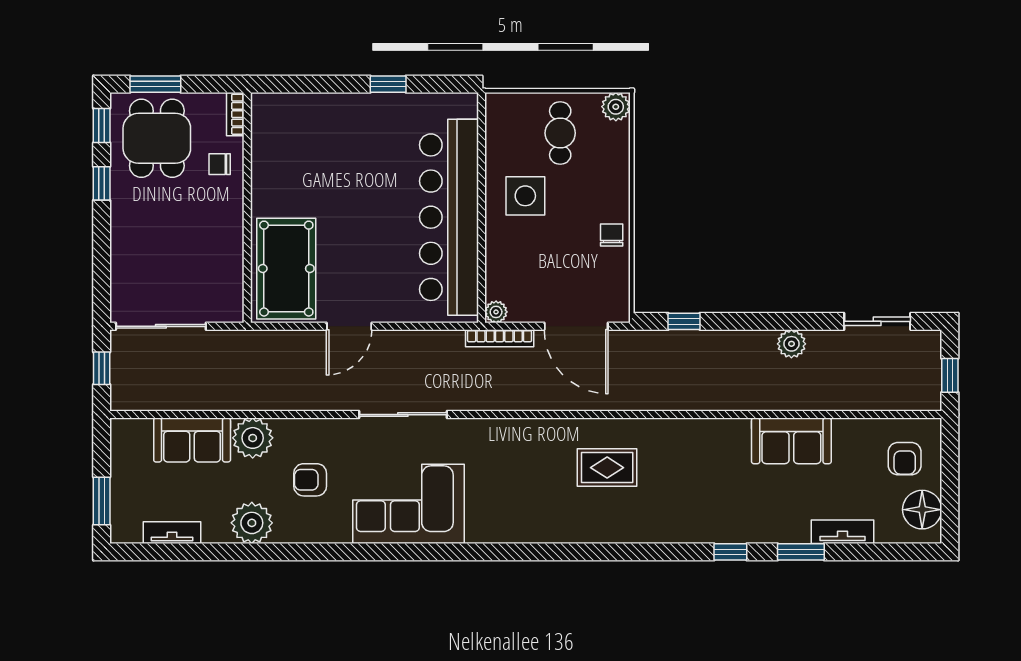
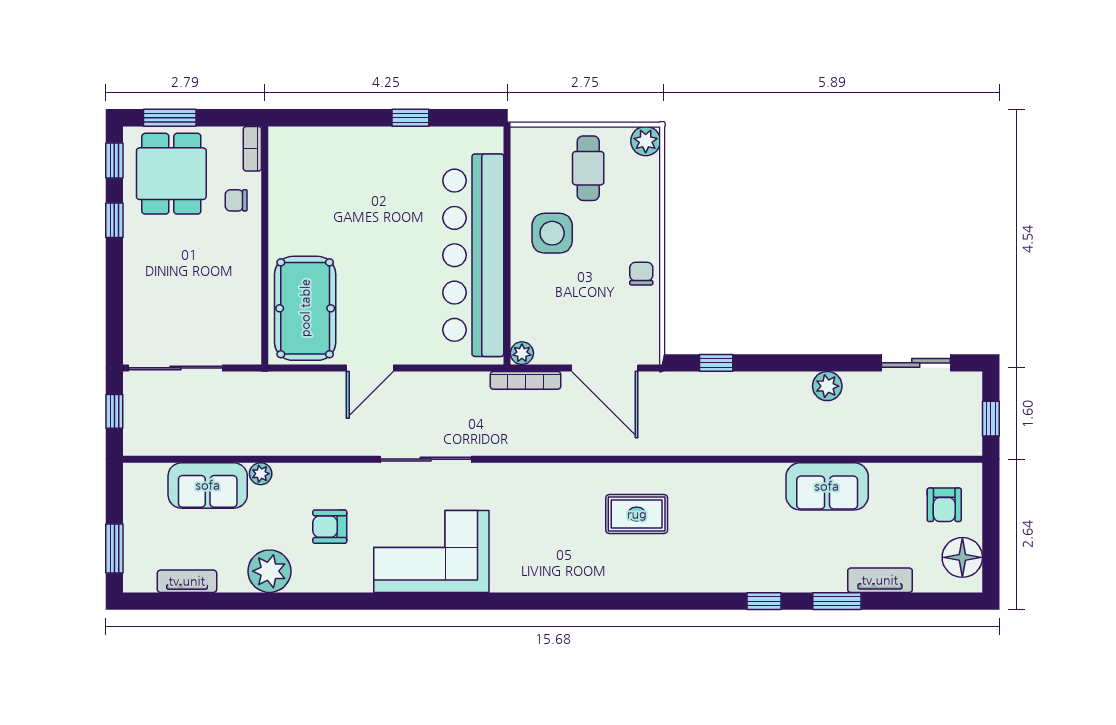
plant: (253, 438) -> (261, 474), width x0.53, depth x0.53

